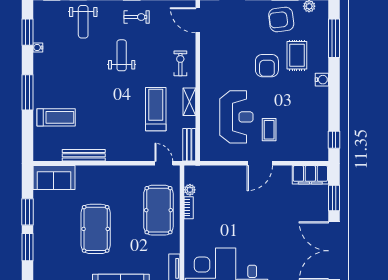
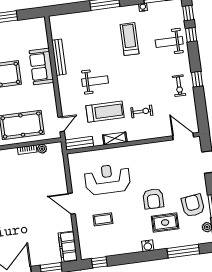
door: (198, 20) -> (183, 136), hinge flipped
weight bench: (122, 55) -> (95, 81), moved
exercise bike: (180, 63) -> (142, 111), moved
armchair: (267, 66) -> (153, 199), turned -90
treadmill: (56, 117) -> (130, 39), moved, turned 180
reception desk: (236, 117) -> (107, 179), turned 180
coffee table: (269, 130) -> (103, 219), moved
sofa: (54, 178) -> (41, 66), moved

